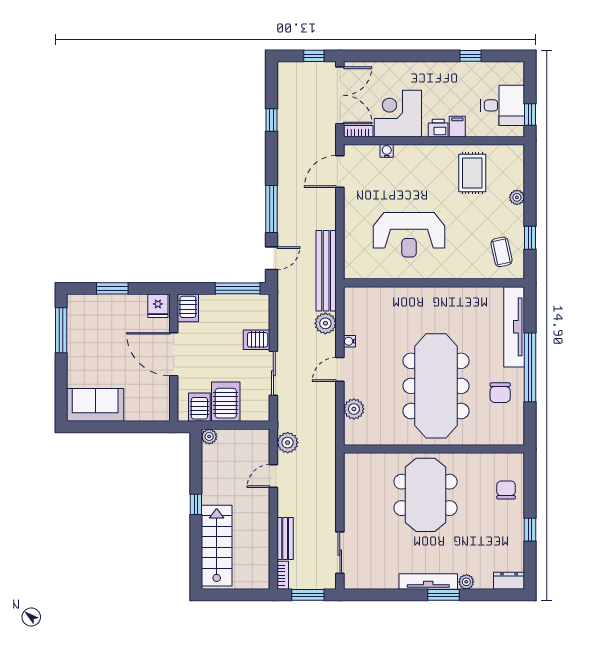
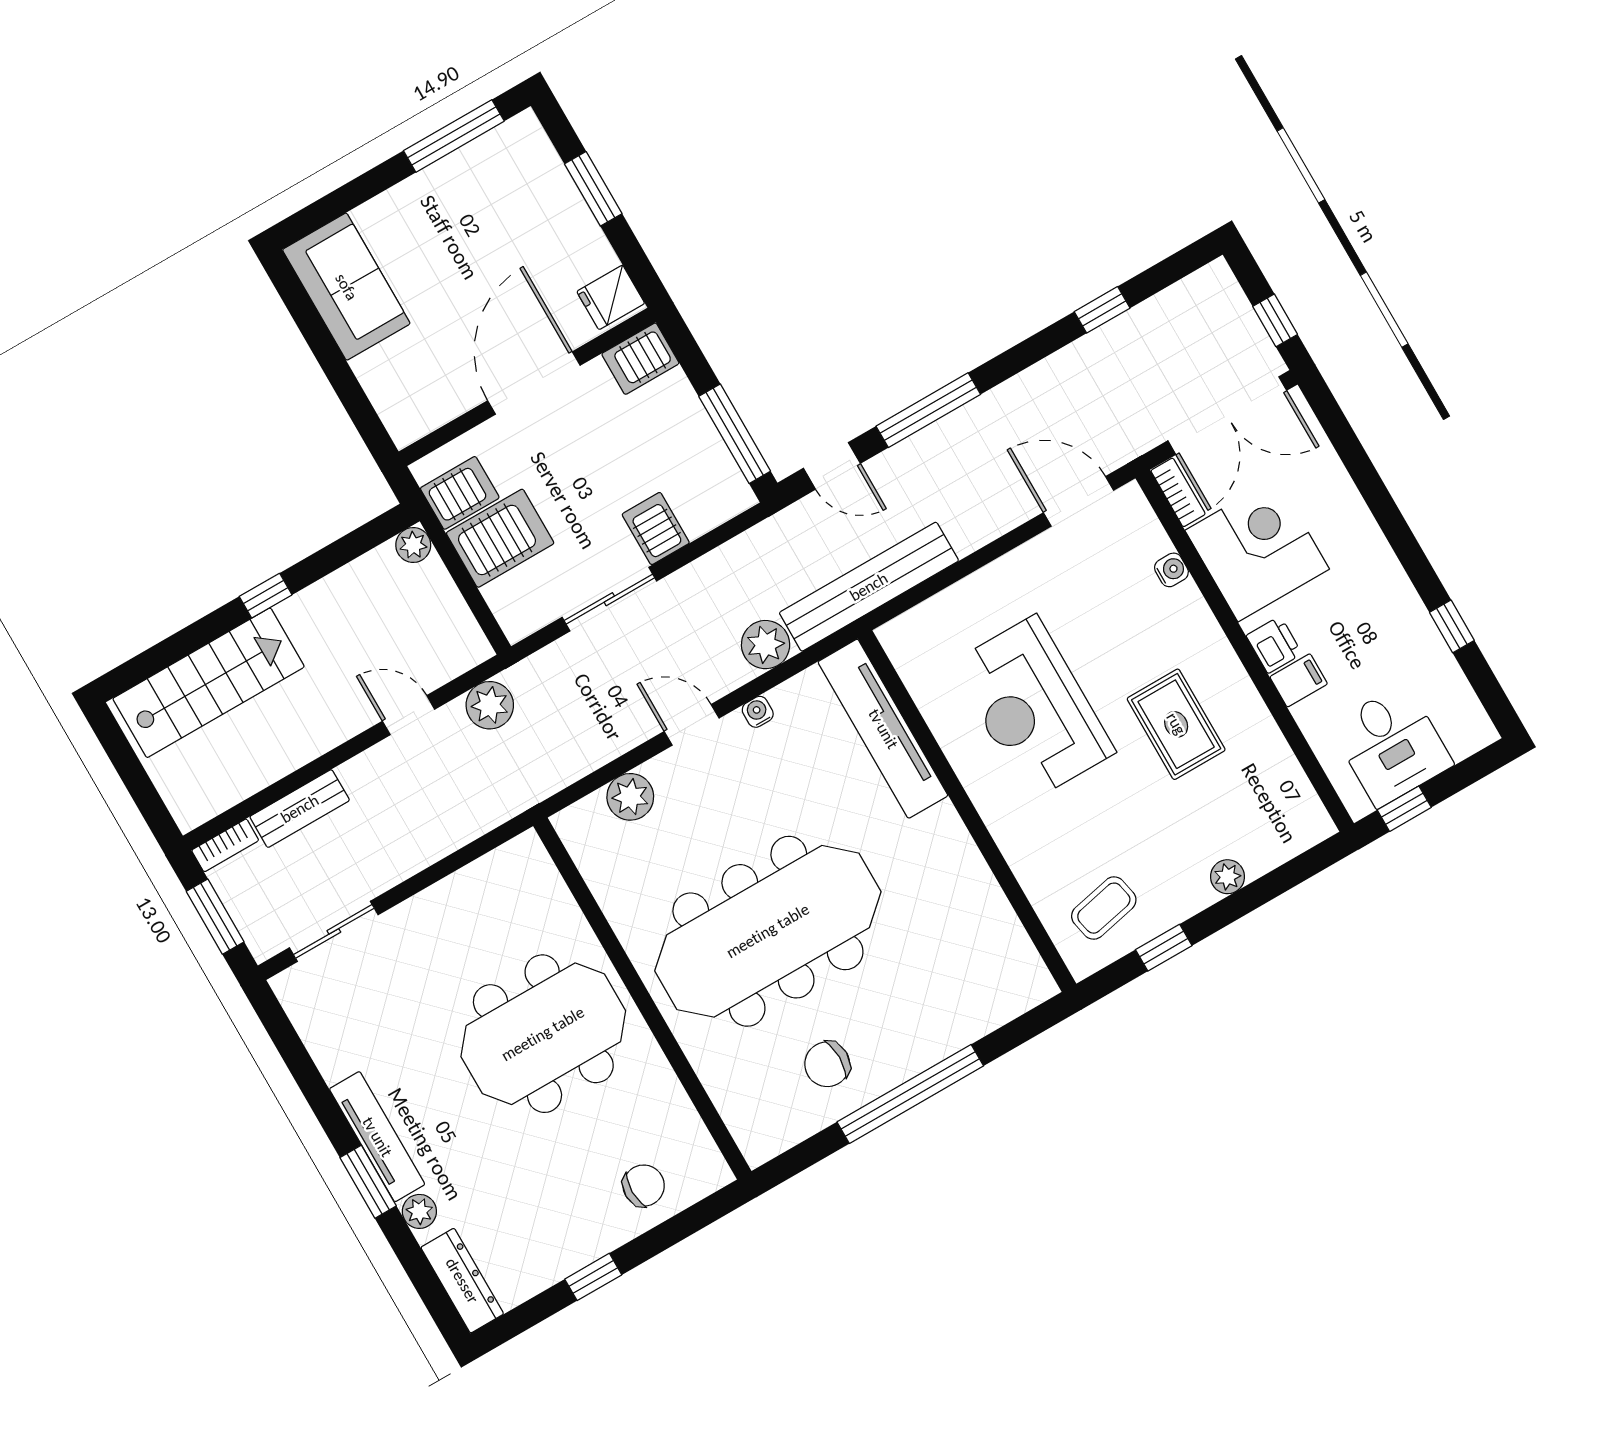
rug: (472, 173) -> (1176, 724), moved, turned 90
tv unit: (514, 327) -> (883, 729), moved, turned -90
dresser: (509, 581) -> (462, 1281), width x1.44

